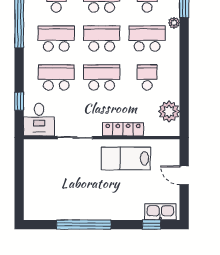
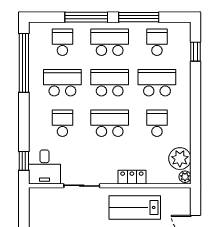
plant: (174, 23) -> (185, 177), moved
school desk: (56, 77) -> (62, 123), width x0.54
window: (19, 101) -> (24, 161), moved
locker: (123, 129) -> (132, 177), width x0.66

